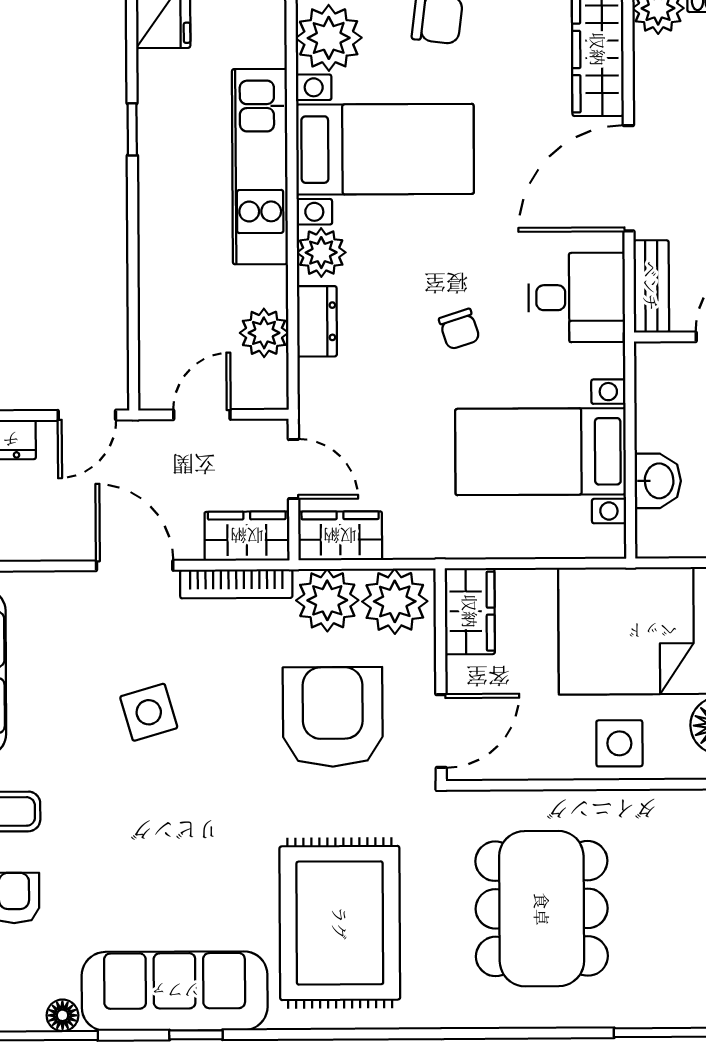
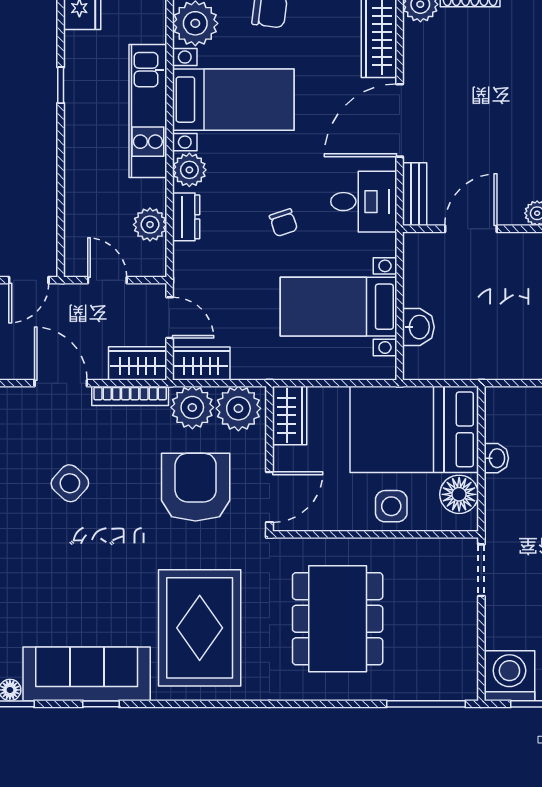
door: (202, 415) -> (107, 280), hinge flipped
side table: (149, 712) -> (70, 483), turned -32

